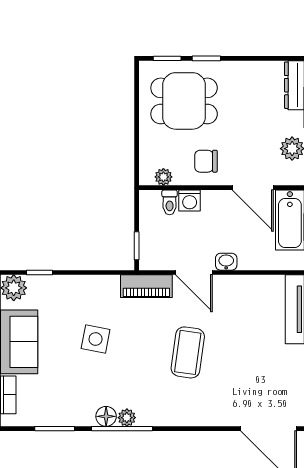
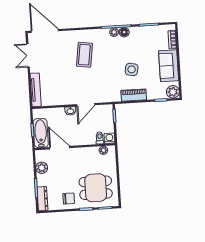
chair: (206, 161) -> (69, 199), moved
washing machine: (190, 201) -> (109, 138), moved
door: (194, 272) -> (86, 105), swing flipped
piano: (146, 286) -> (134, 95), moved
coffee table: (188, 352) -> (84, 55), moved

